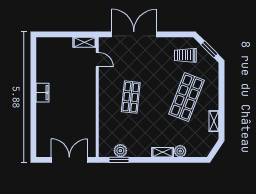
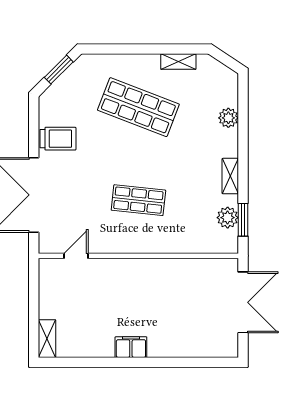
shelving: (85, 42) -> (47, 339), moved
trolley: (185, 55) -> (58, 139), moved, turned -90
shelving: (163, 152) -> (230, 176), moved
double door: (69, 160) -> (243, 302), swing flipped

